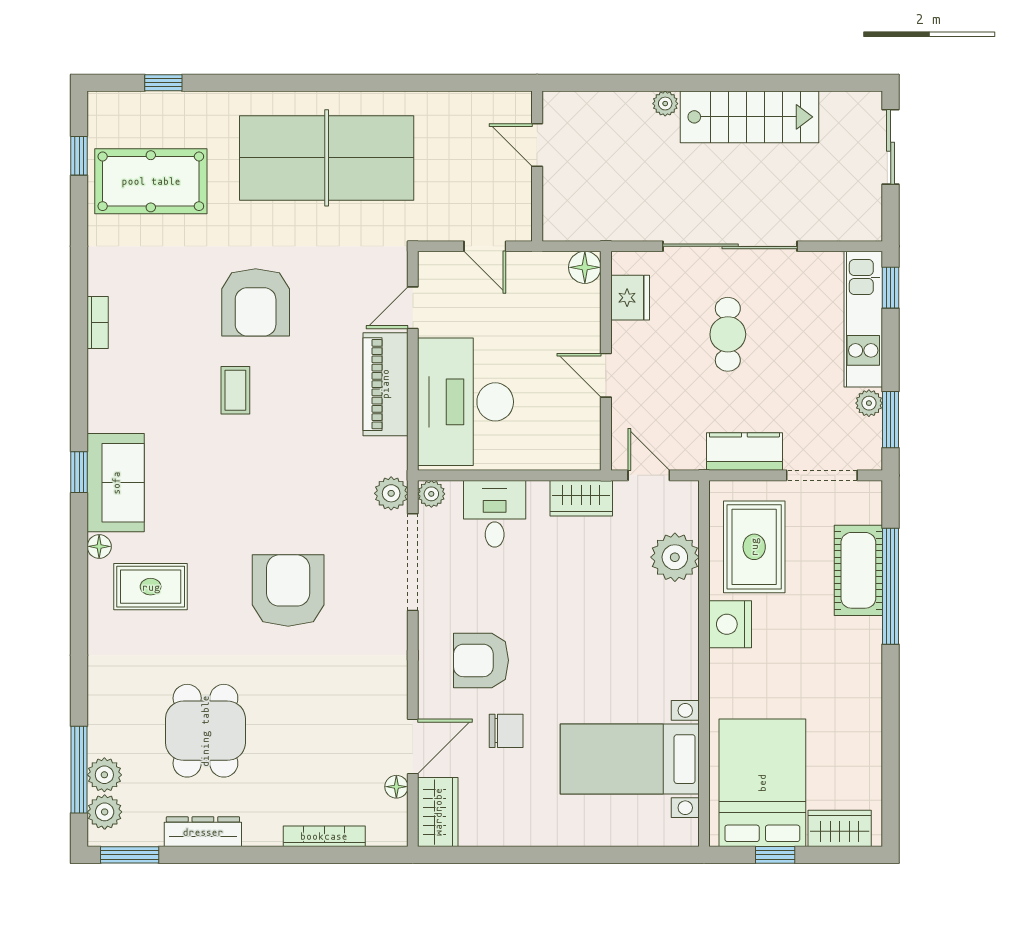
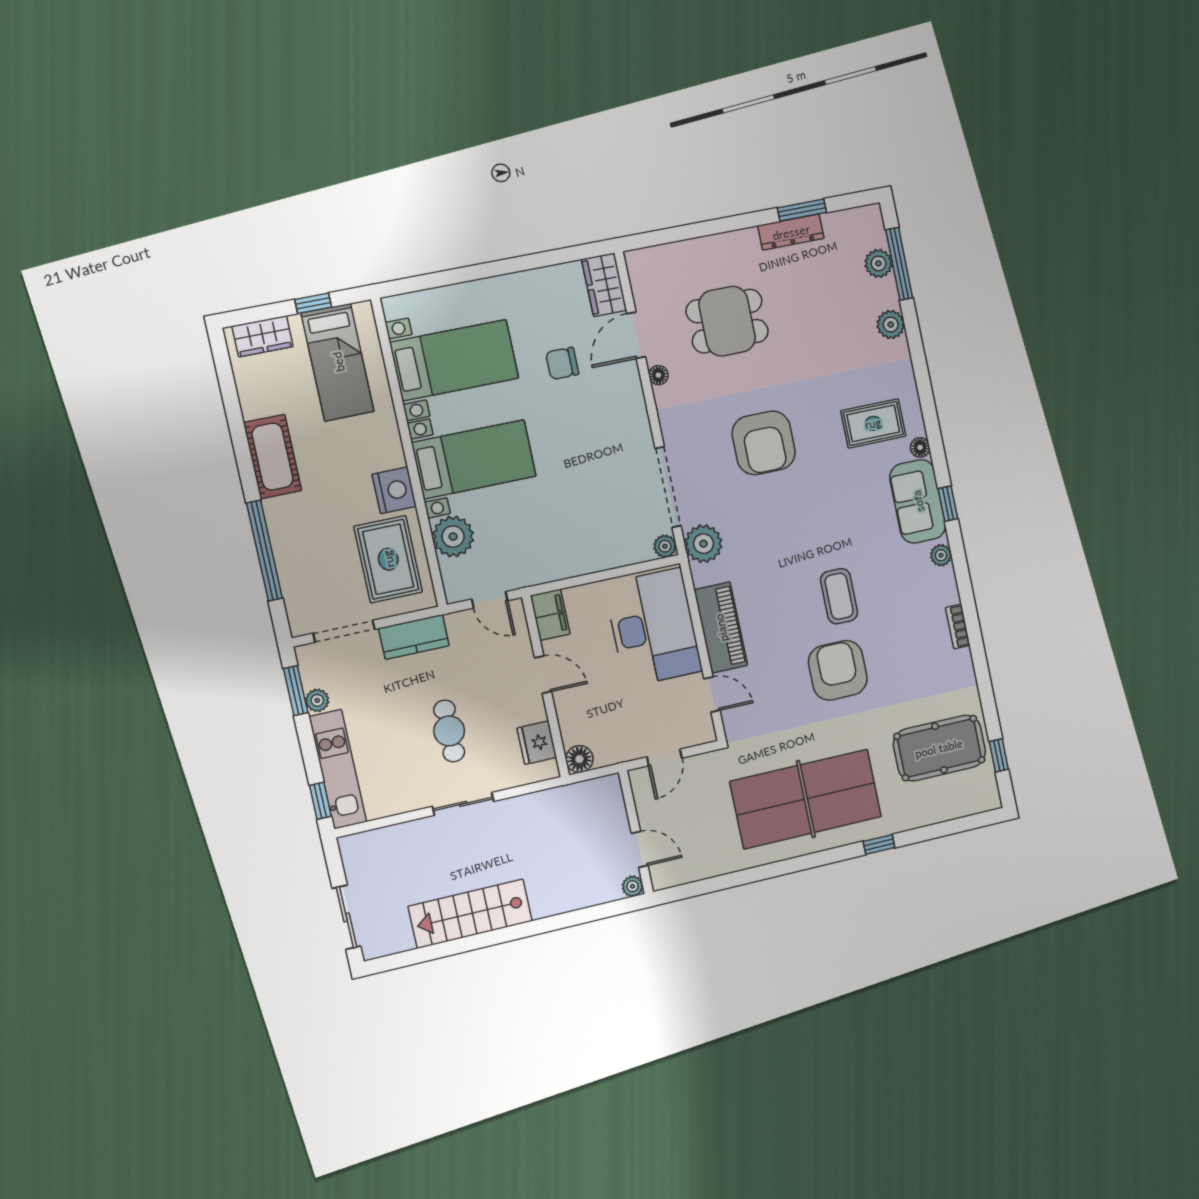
window: (163, 83) -> (879, 845), moved
plant: (665, 104) -> (633, 886), moved
door: (485, 246) -> (664, 757), swing flipped
sliding door: (730, 246) -> (463, 804), width x0.54
door: (413, 308) -> (712, 694), hinge flipped
coffee table: (235, 390) -> (839, 596), width x1.36, depth x1.30
plant: (100, 412) -> (941, 555), added
filing cabinet: (583, 443) -> (550, 615), added
plant: (391, 493) -> (703, 544), width x1.36, depth x1.36
wardrobe: (581, 498) -> (542, 569), removed
desk: (495, 514) -> (610, 541), removed
cot: (858, 570) -> (272, 457), moved
bed with nightstands: (632, 641) -> (474, 459), added
armchair: (481, 660) -> (595, 418), removed
dining table: (205, 731) -> (727, 321), moved, turned 90
bed: (762, 783) -> (338, 362), width x0.67
floor lamp: (396, 787) -> (658, 375), moved
plant: (105, 812) -> (891, 324), moved
bookcase: (324, 836) -> (693, 247), removed
window: (130, 855) -> (802, 210), moved

